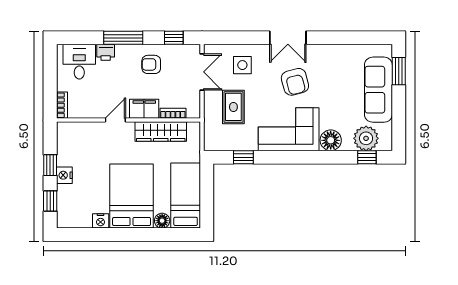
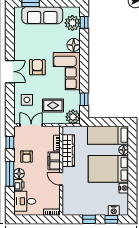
floor lamp: (124, 52) -> (19, 174), added
armchair: (295, 82) -> (37, 67), turned -75
plant: (215, 139) -> (73, 117), added
nightstand: (64, 175) -> (114, 211), moved

